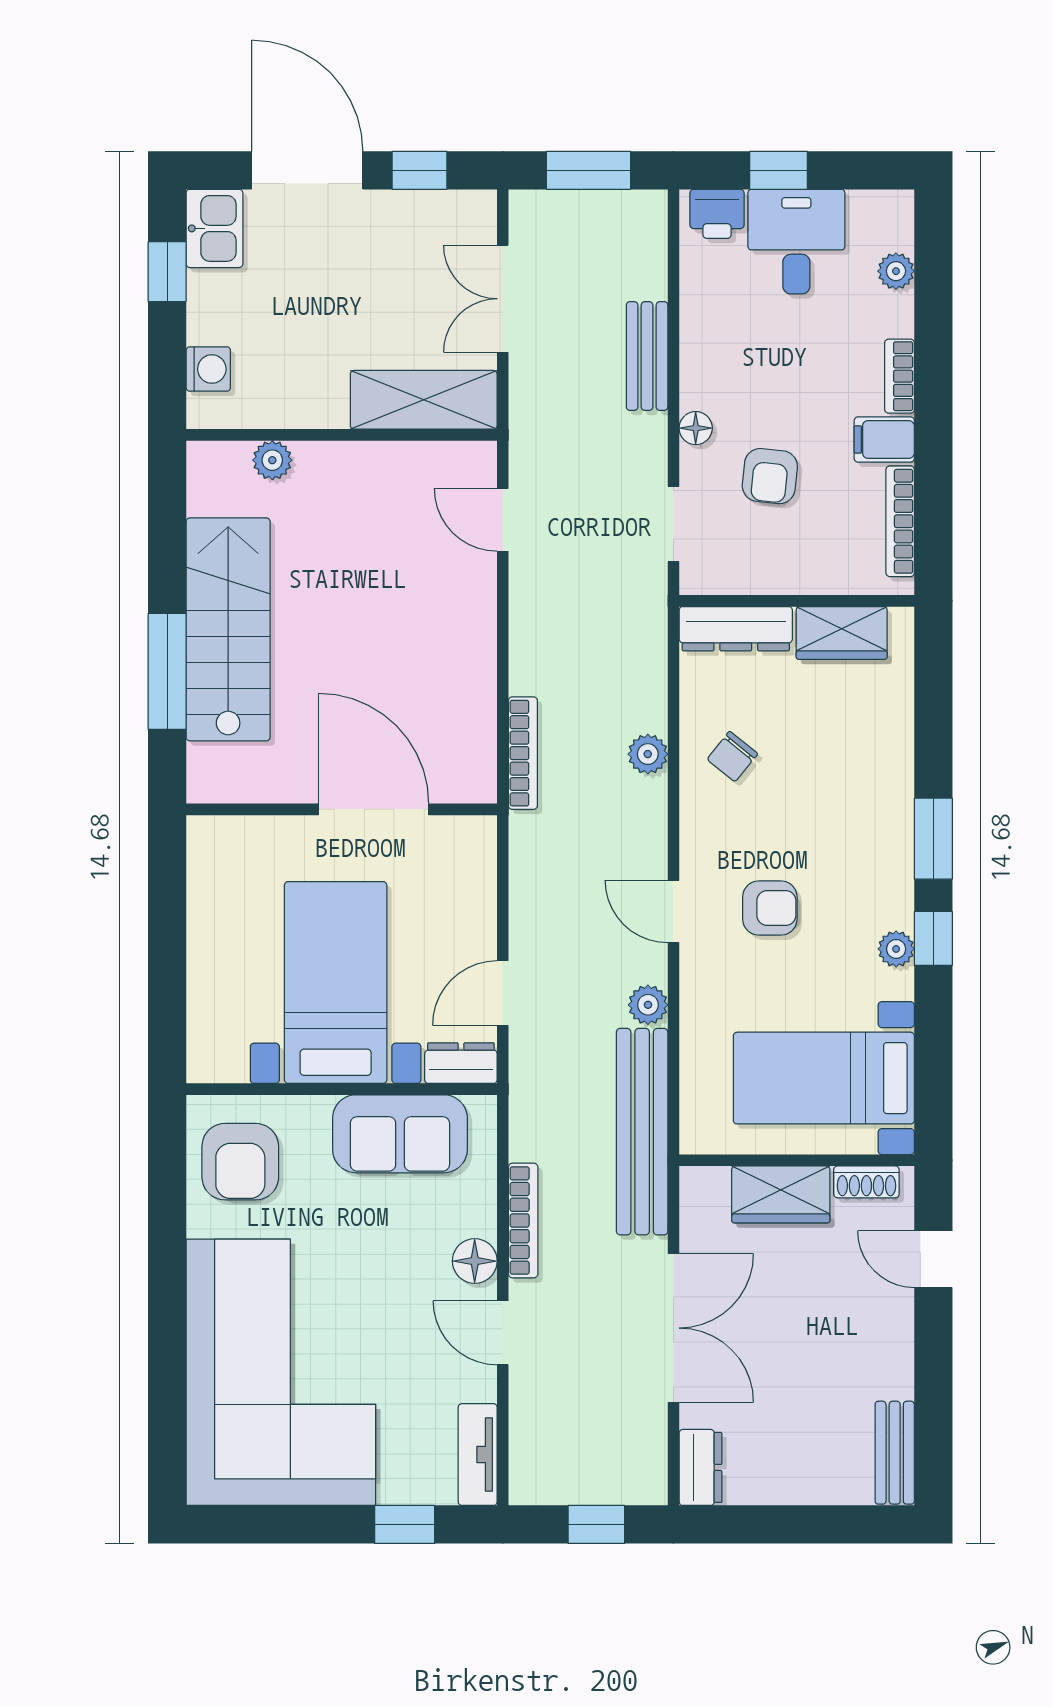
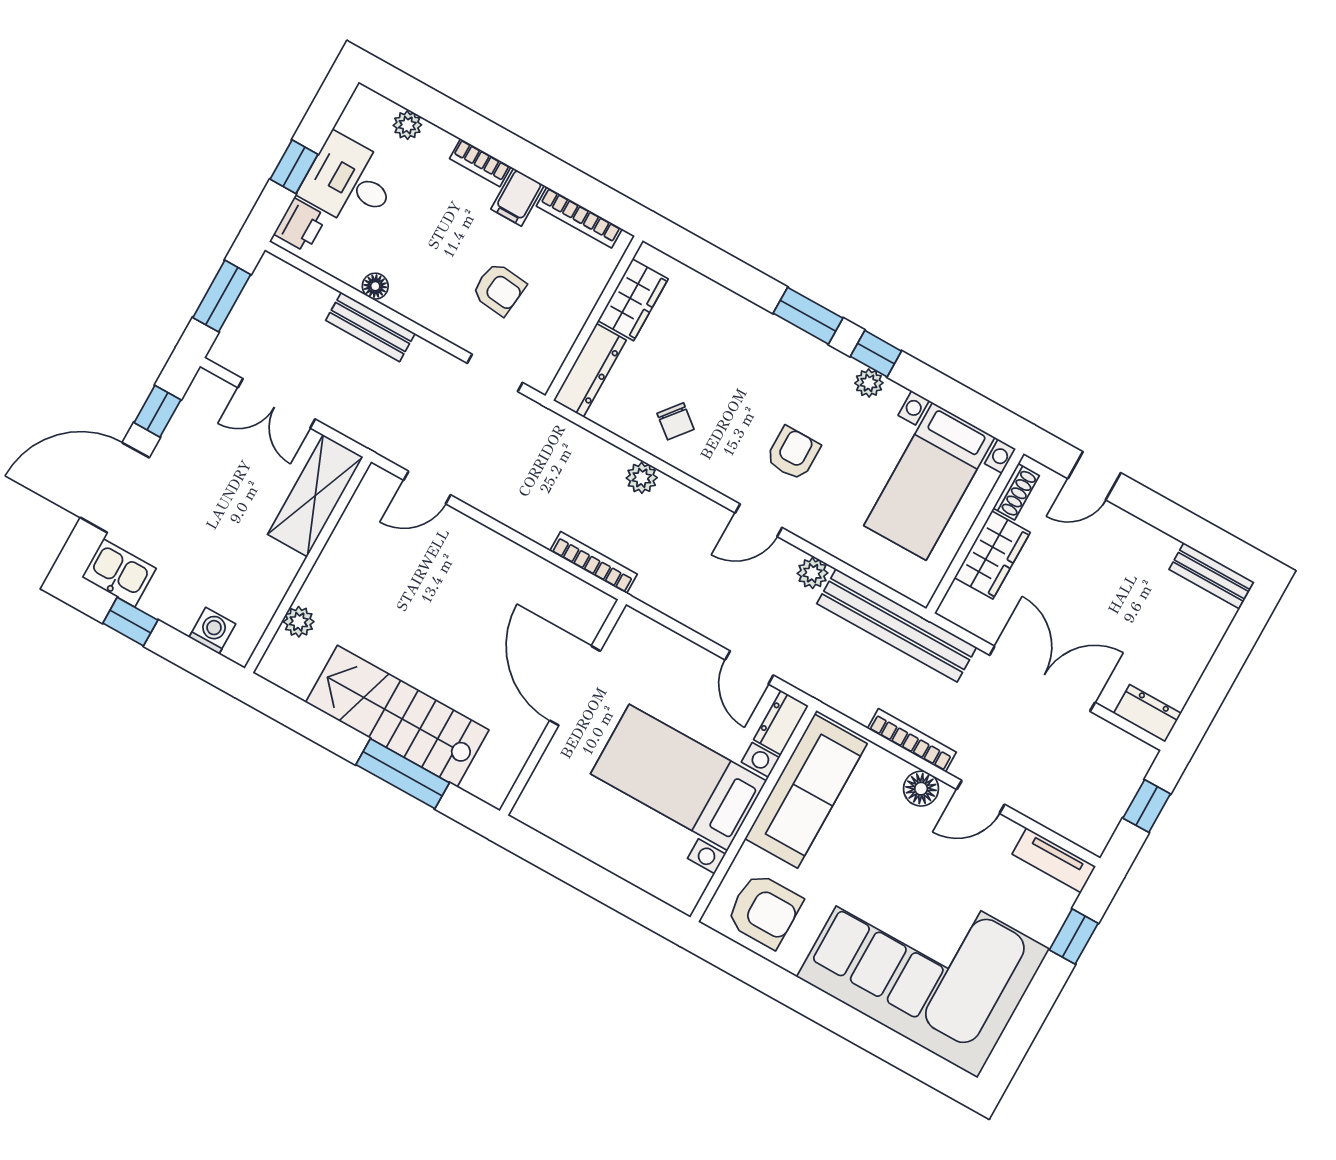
floor lamp: (696, 428) -> (375, 286), moved
door: (373, 809) -> (575, 686), hinge flipped
sofa: (400, 1134) -> (806, 791), width x1.36

